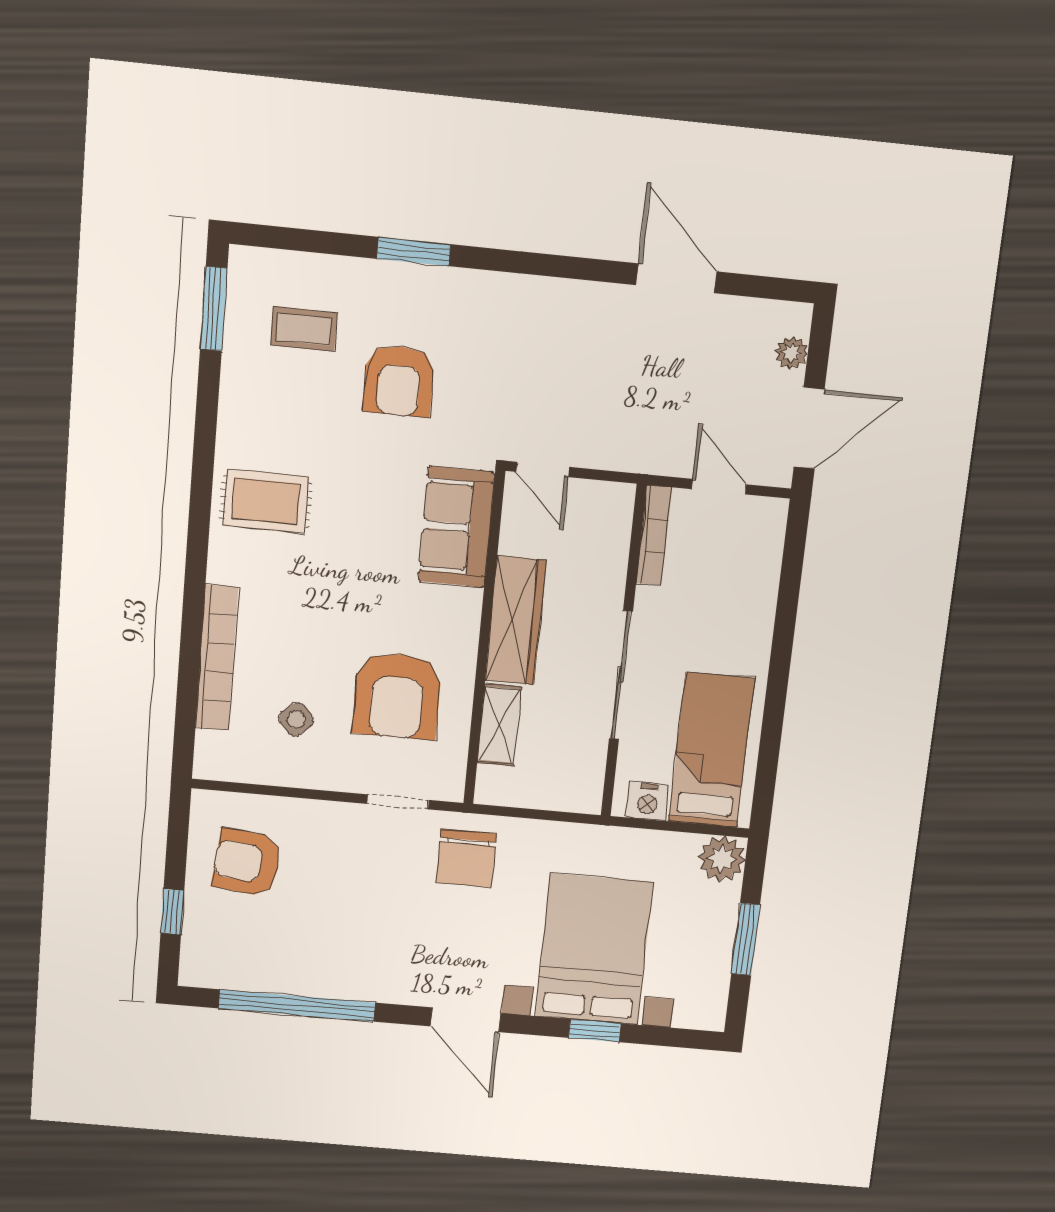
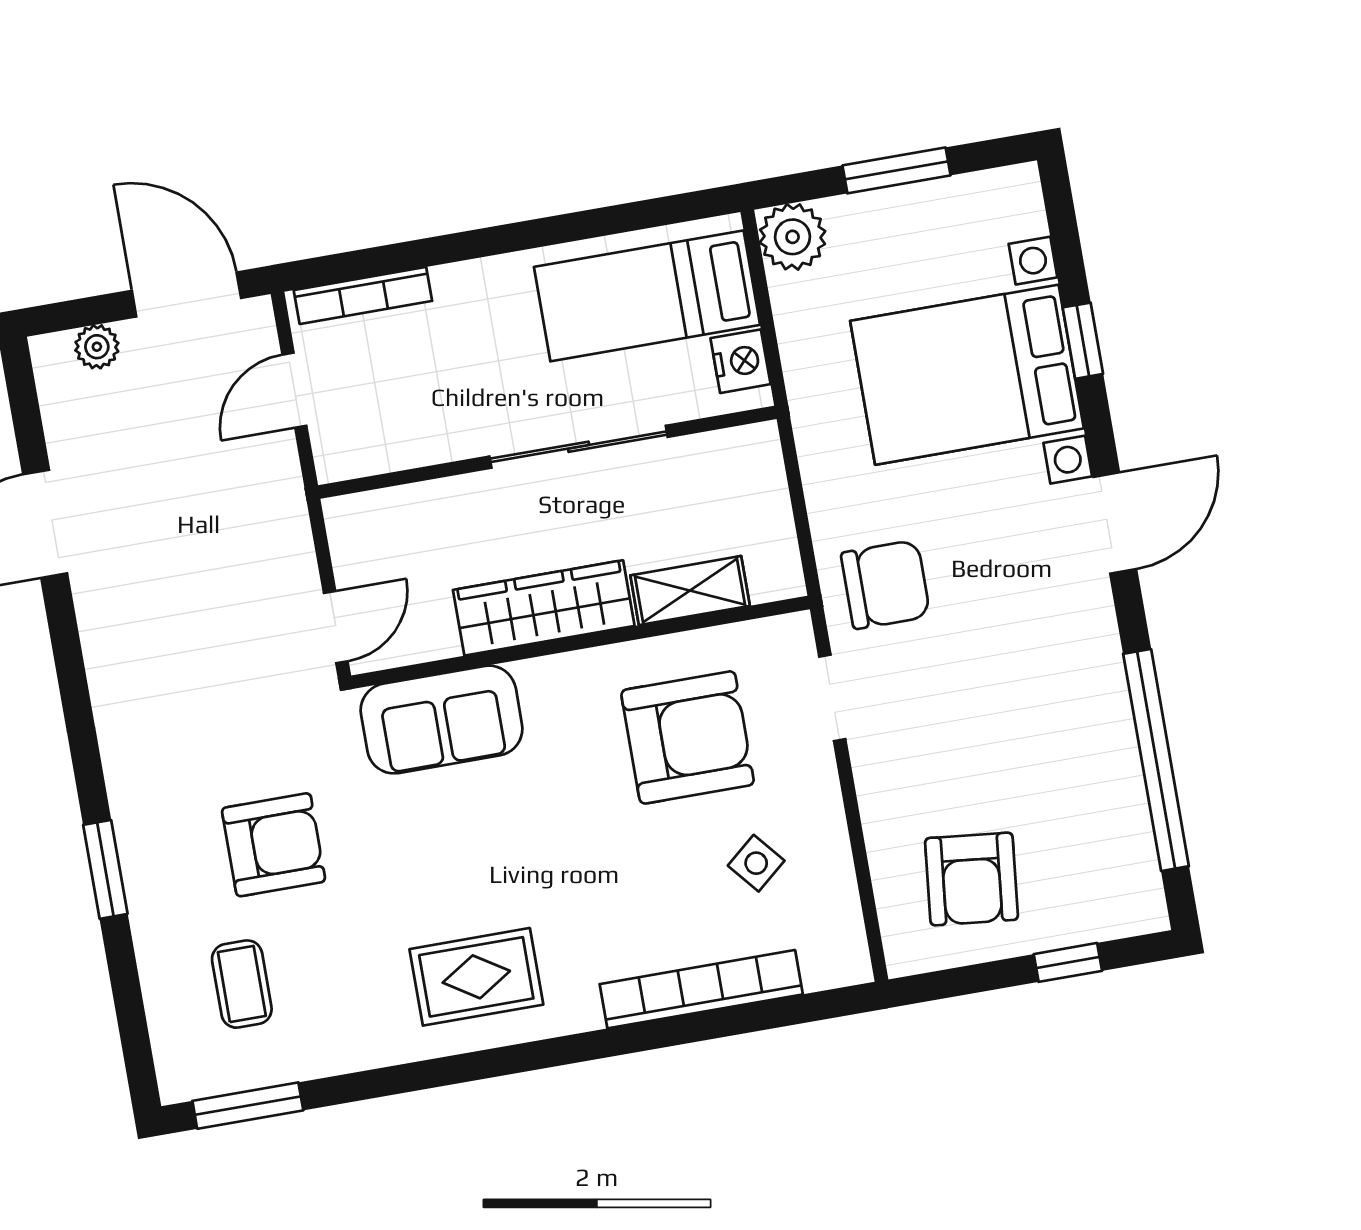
rug: (266, 501) -> (476, 977), turned 90
bookcase: (654, 535) -> (363, 295), moved, turned 180

